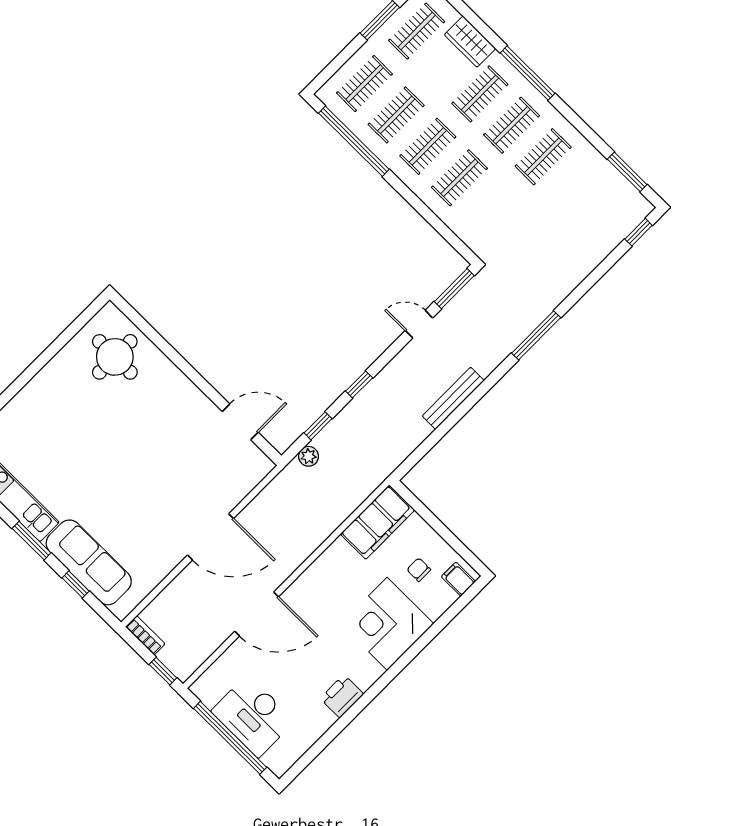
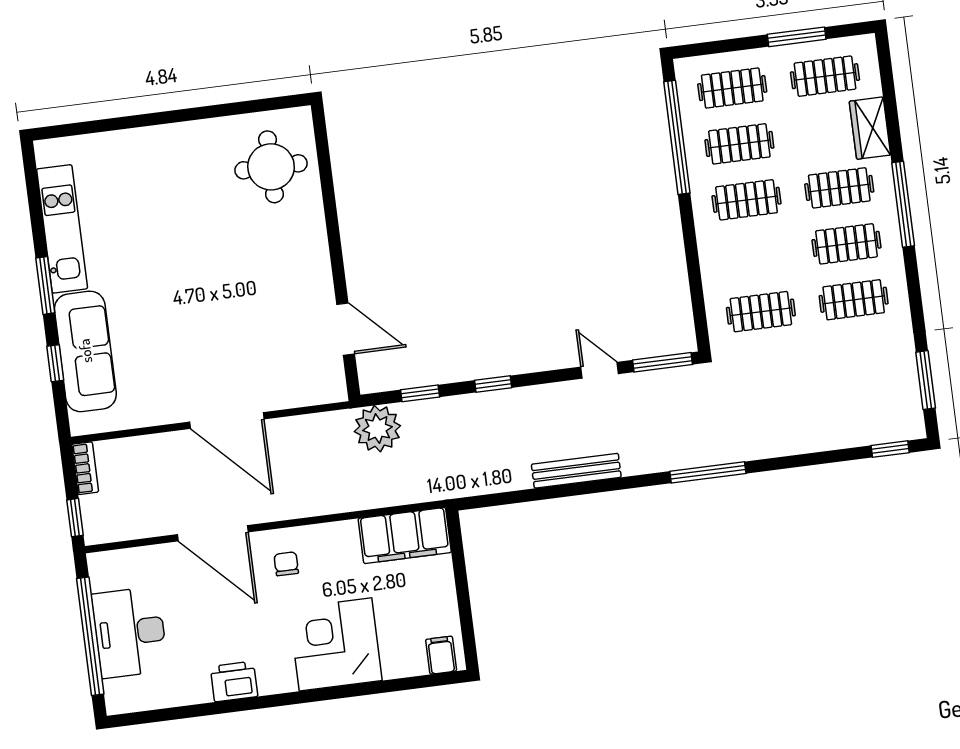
clothes rail: (459, 178) -> (761, 312), moved
plant: (309, 456) -> (377, 429), width x1.88, depth x1.88
chair: (419, 570) -> (286, 564), moved

